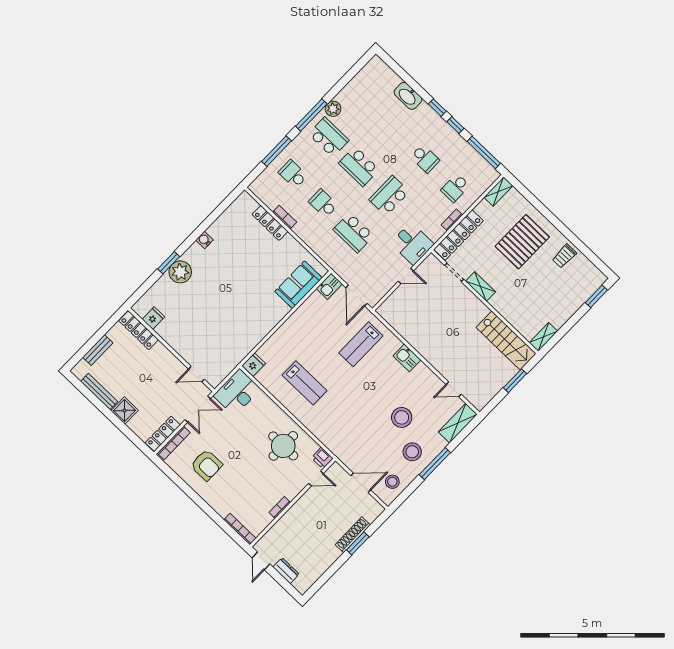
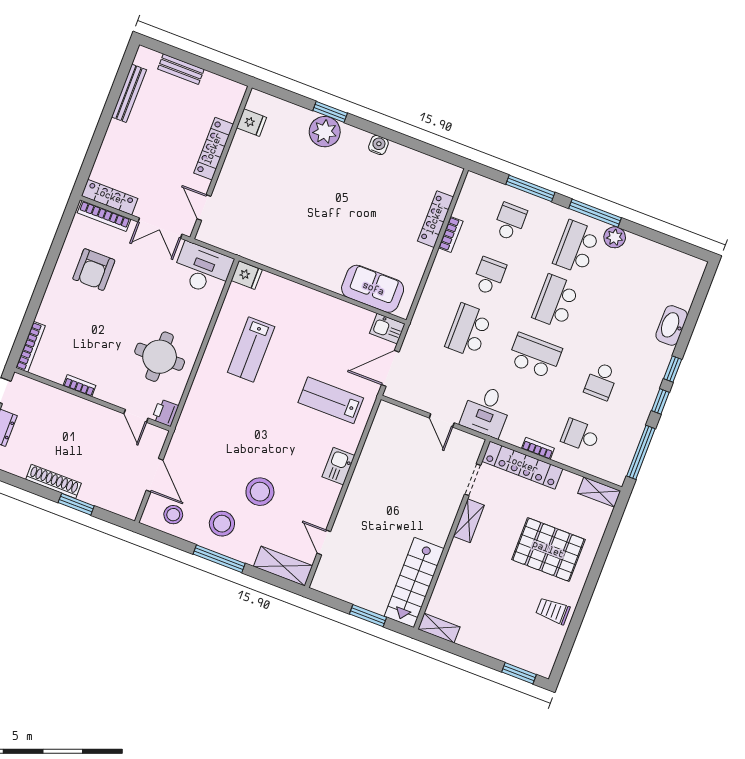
school desk: (329, 137) -> (576, 247), turned 180
locker: (139, 330) -> (214, 149), moved
shower: (124, 411) -> (119, 136), removed
shoe rack: (353, 535) -> (53, 481), moved

